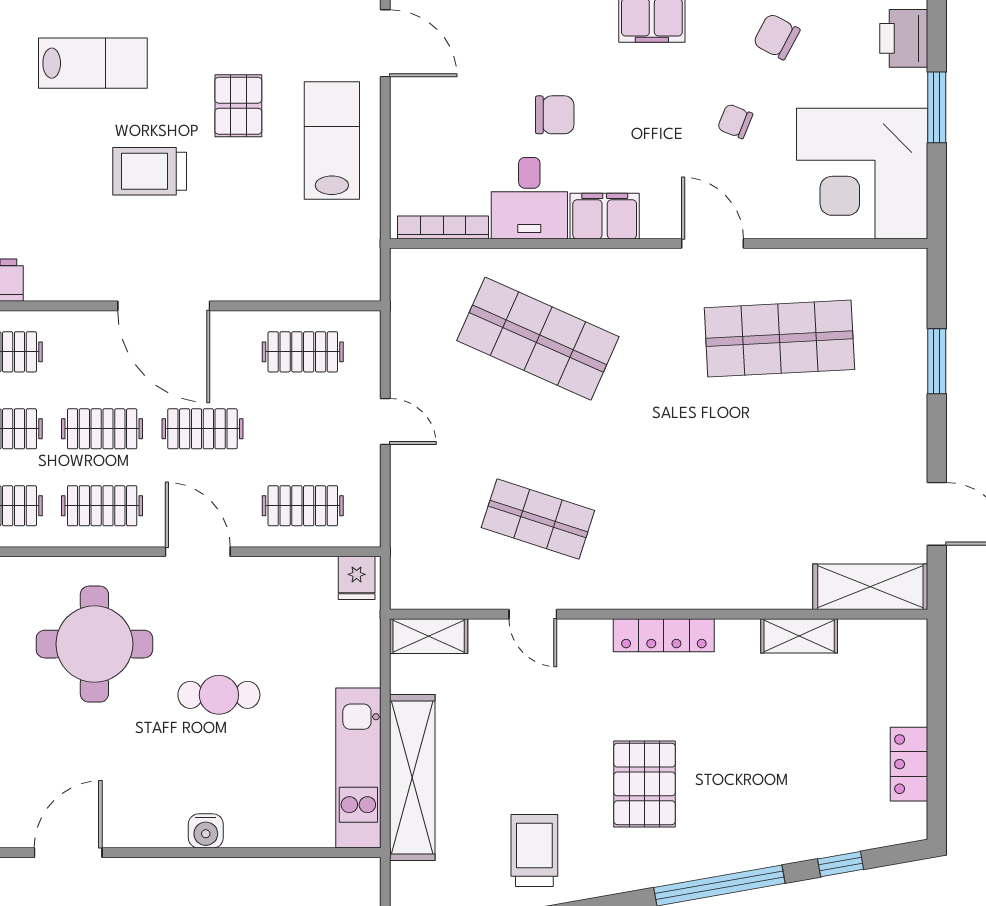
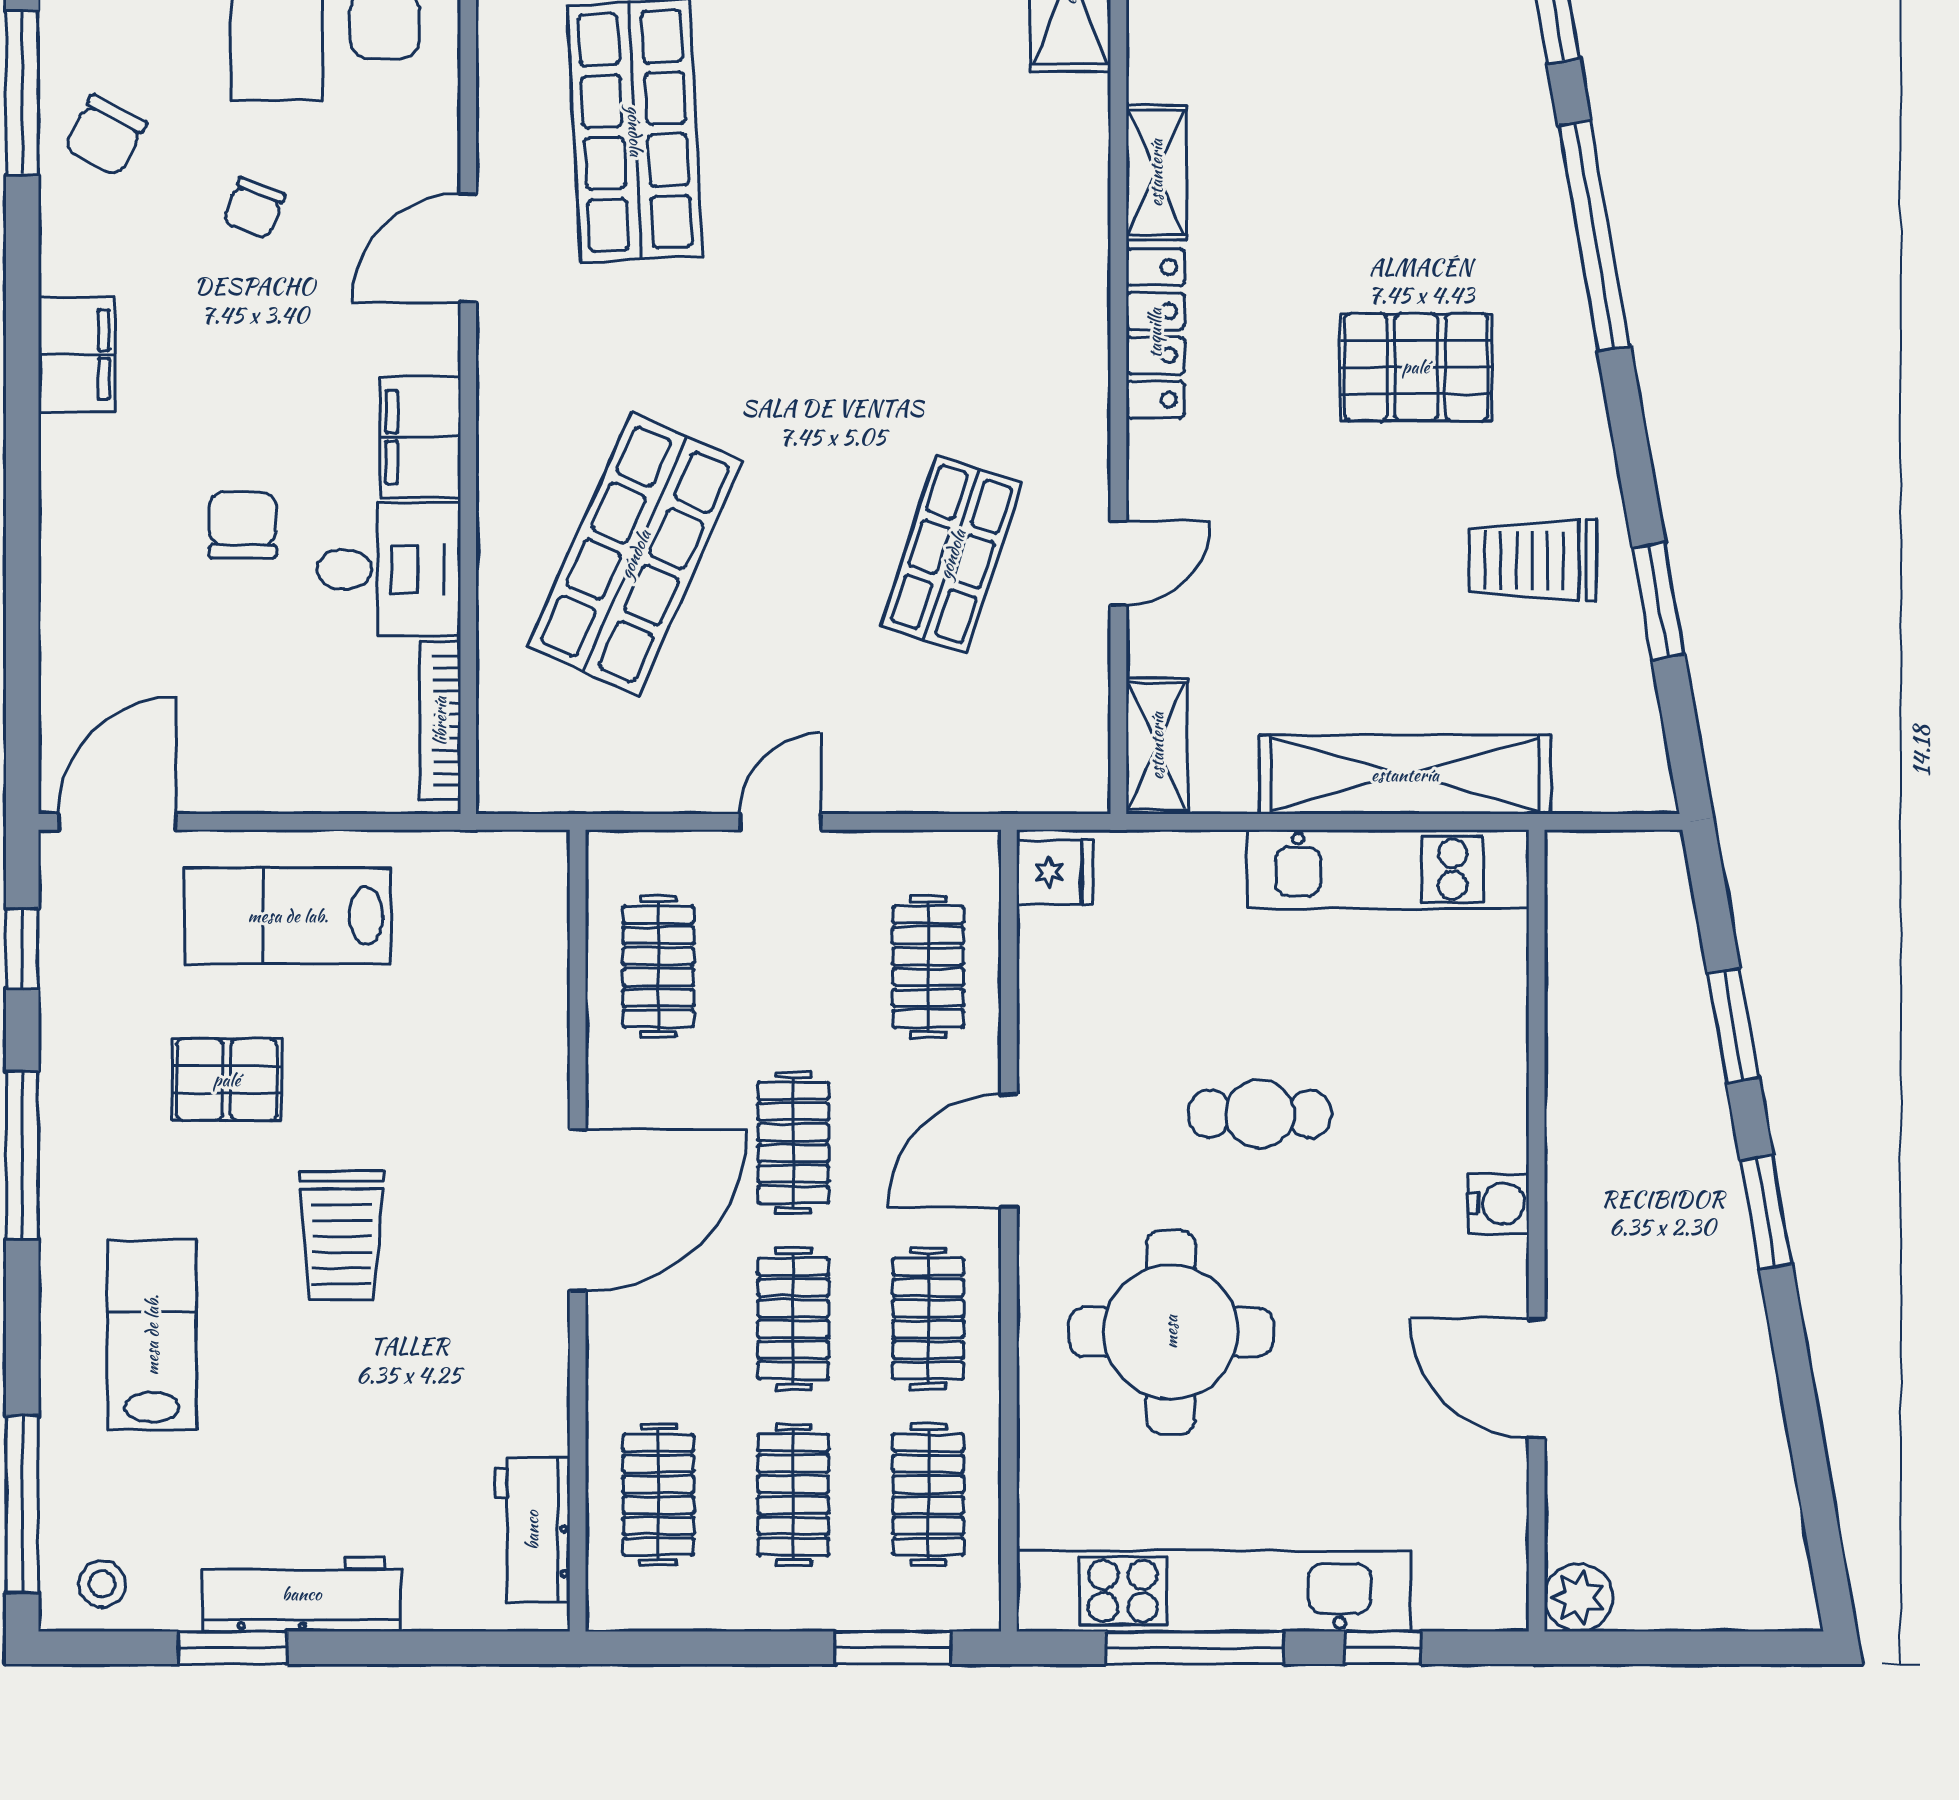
shelving: (799, 636) -> (1156, 173), moved
cafe table: (219, 695) -> (1260, 1114), turned 90
water cooler: (206, 831) -> (1499, 1203), moved

